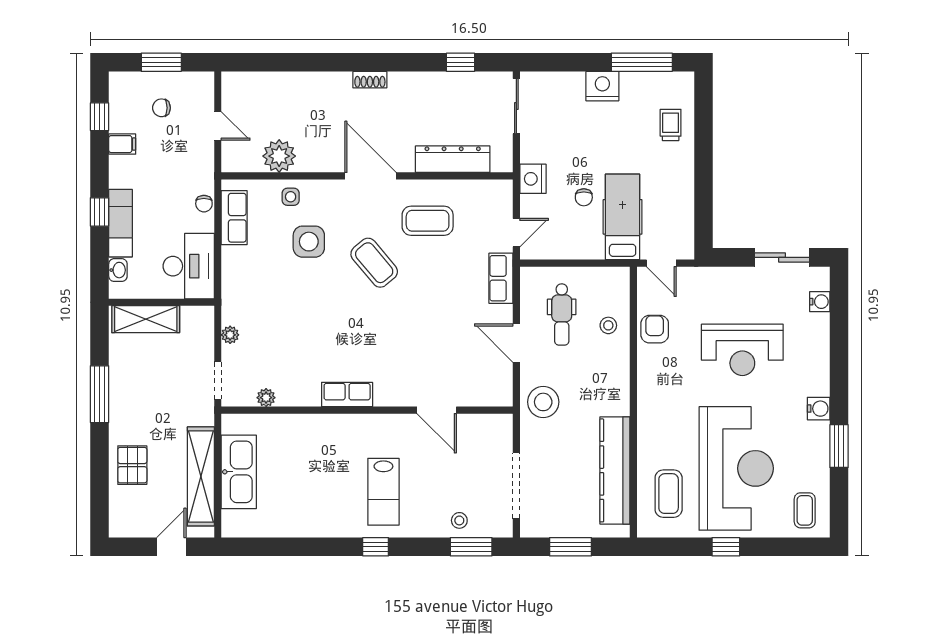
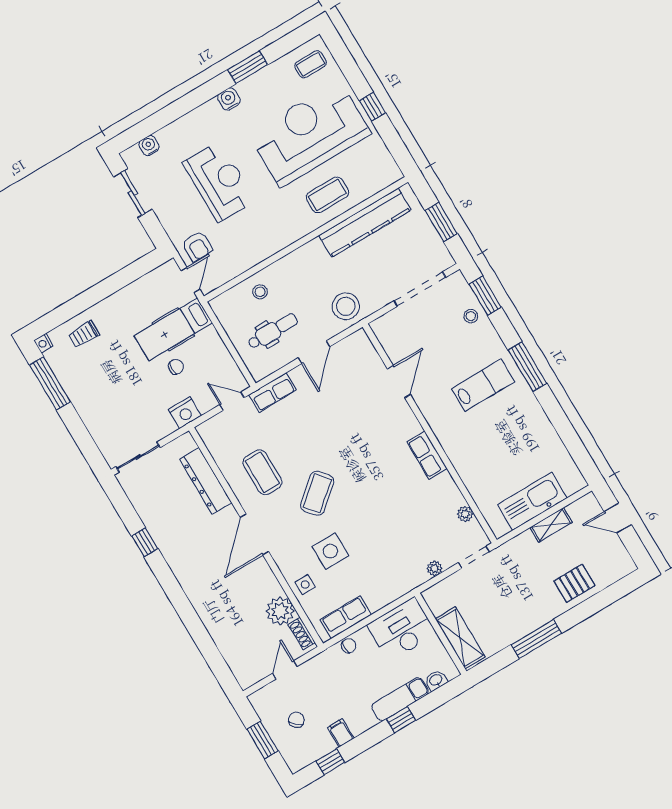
window: (460, 62) -> (145, 542), moved
shoe rack: (370, 80) -> (302, 634), moved, turned 180
nightstand: (602, 86) -> (44, 343), moved, width x0.53, depth x0.56
chair: (161, 108) -> (296, 720), turned -138
armchair: (655, 329) -> (197, 246), moved, turned -90
shelving: (201, 476) -> (551, 525), width x0.45, depth x0.75
coffee table: (669, 494) -> (327, 195), moved
window: (376, 547) -> (527, 367), width x2.17

